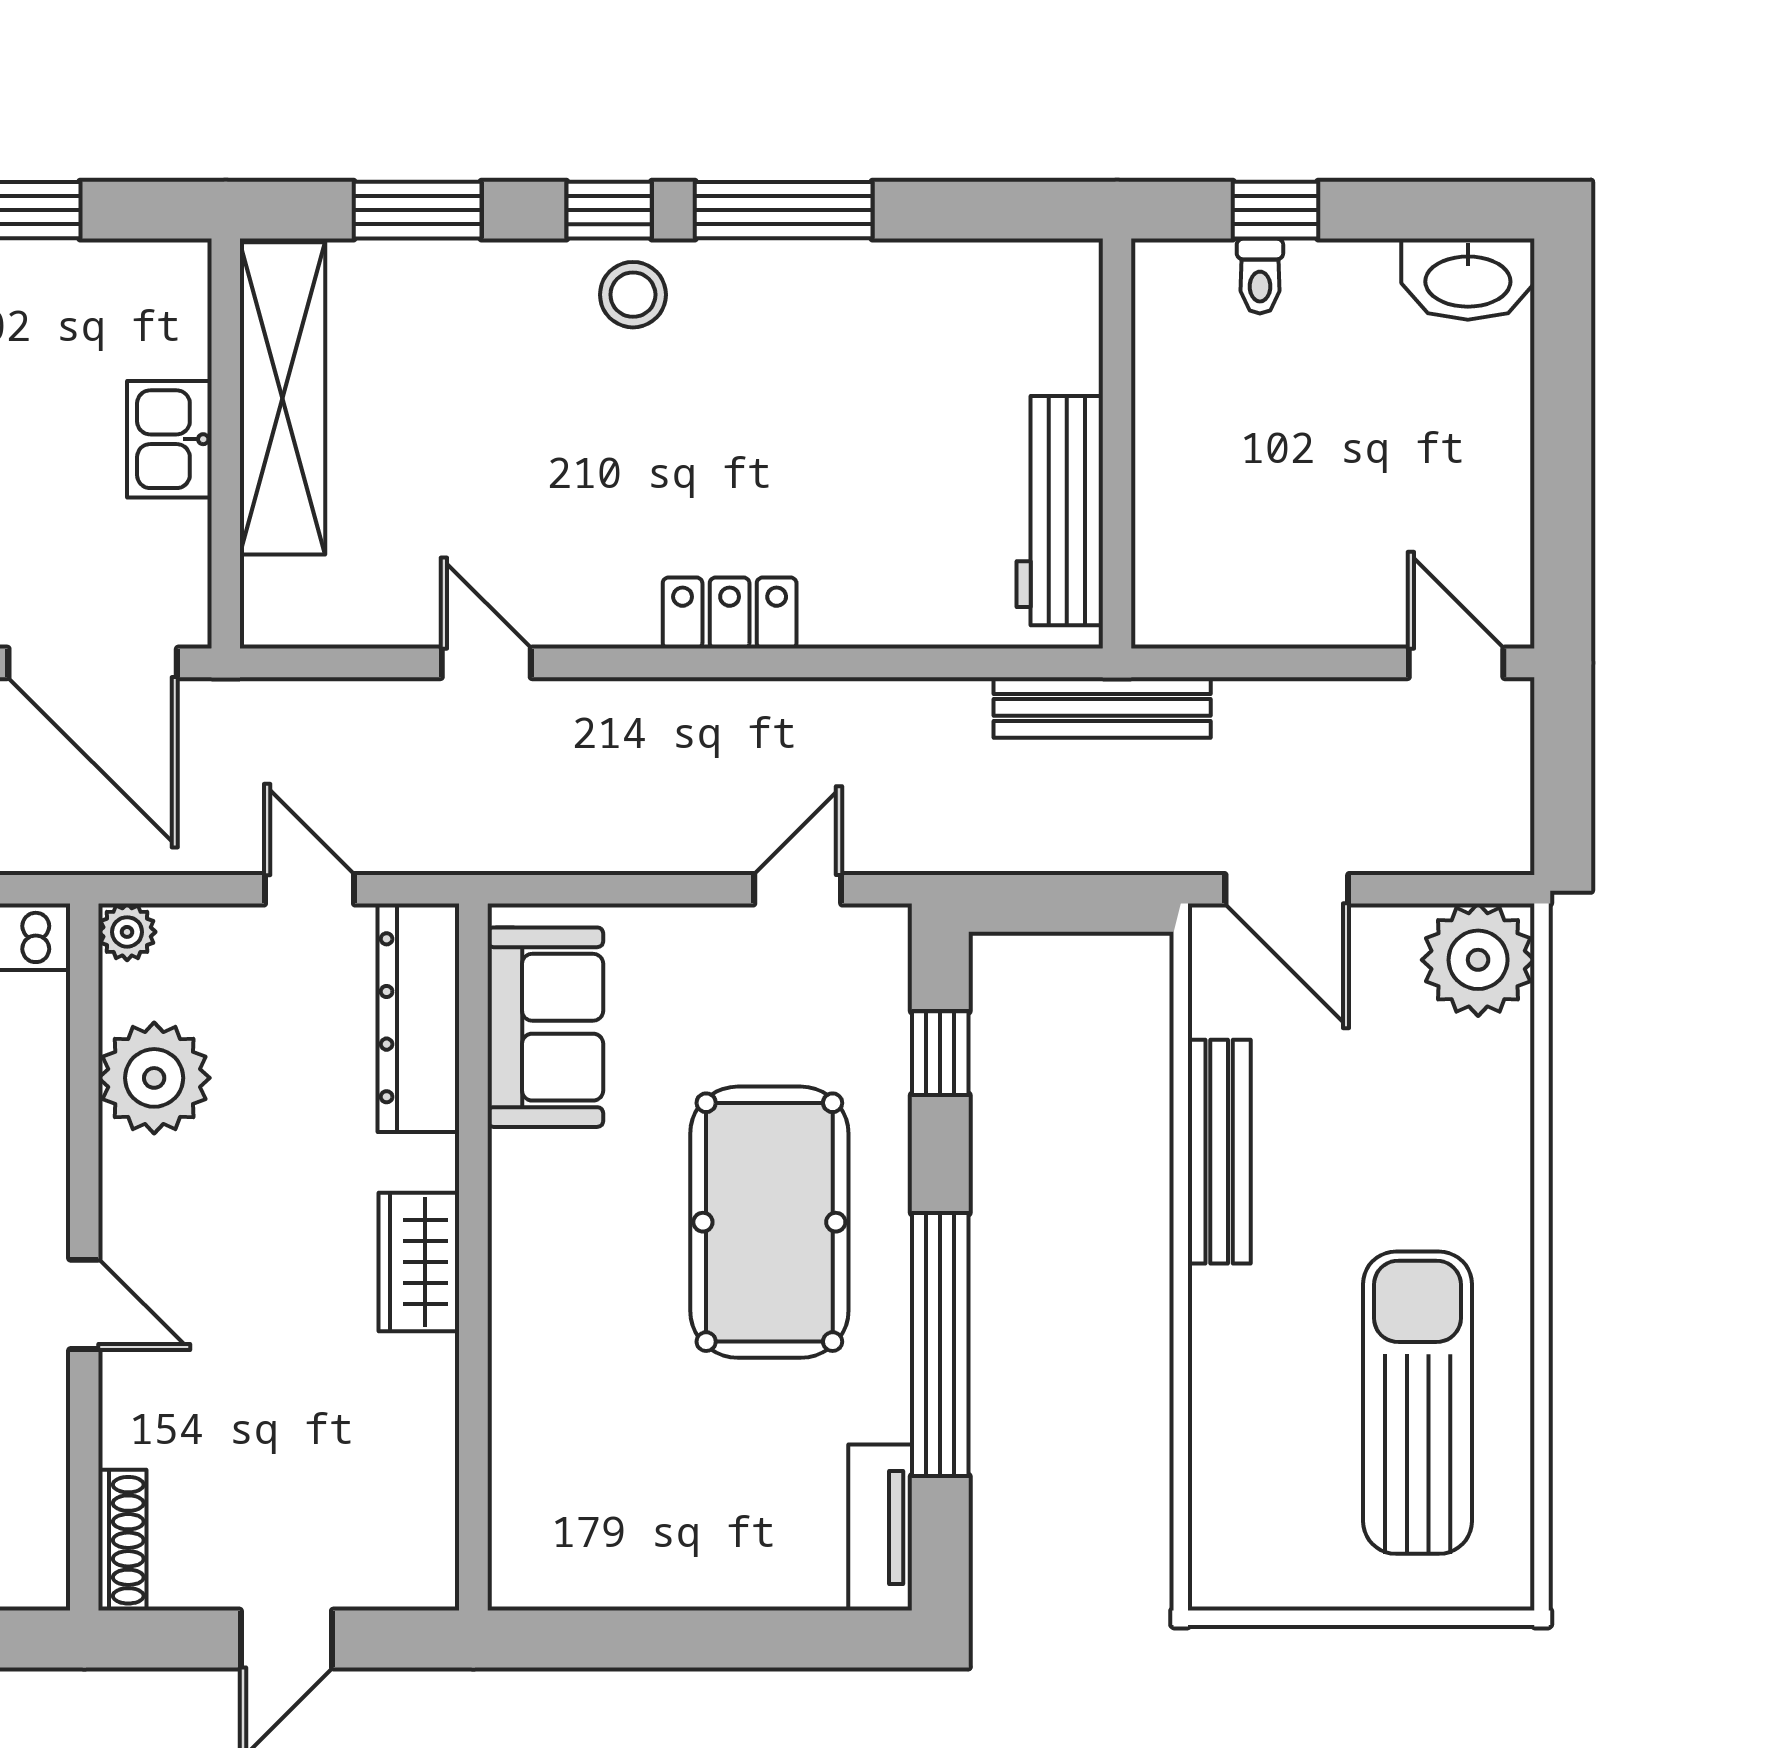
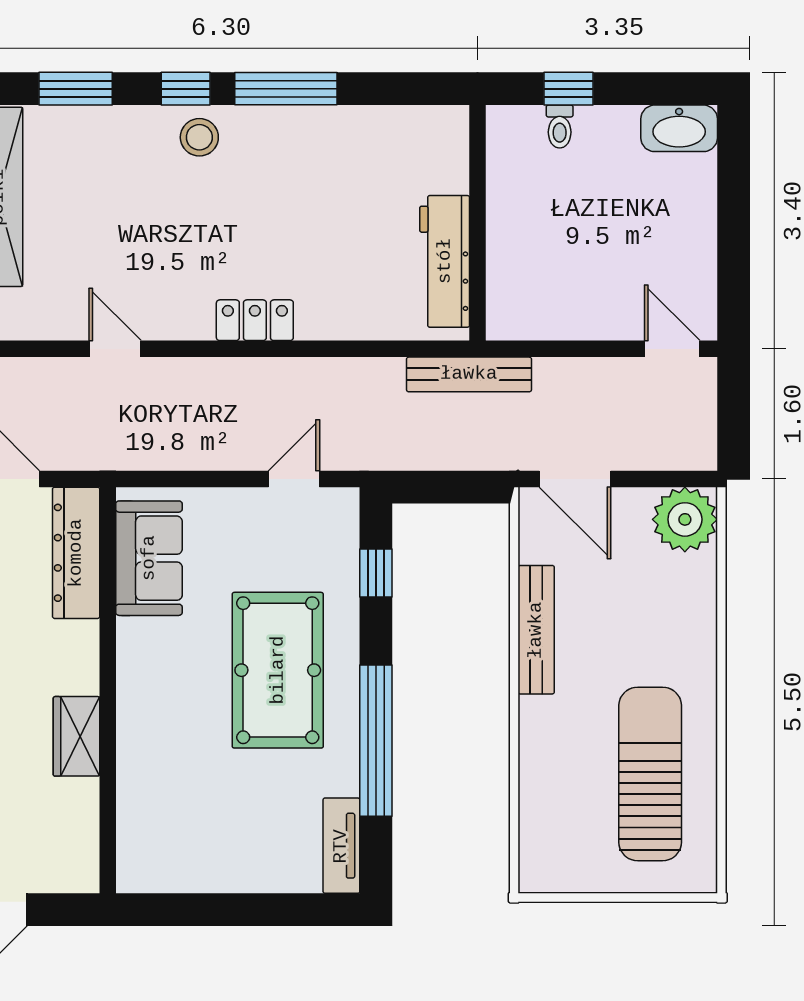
wardrobe: (419, 1262) -> (76, 736), moved

